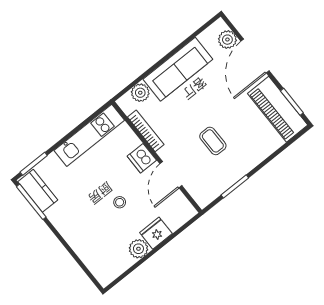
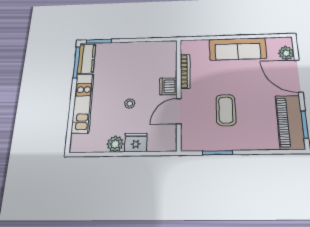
door: (255, 56) -> (299, 76), hinge flipped
plant: (140, 93) -> (201, 46), removed
kitchen unit: (89, 135) -> (83, 103), moved, turned -90
coffee table: (213, 141) -> (226, 110), width x1.36, depth x1.30

